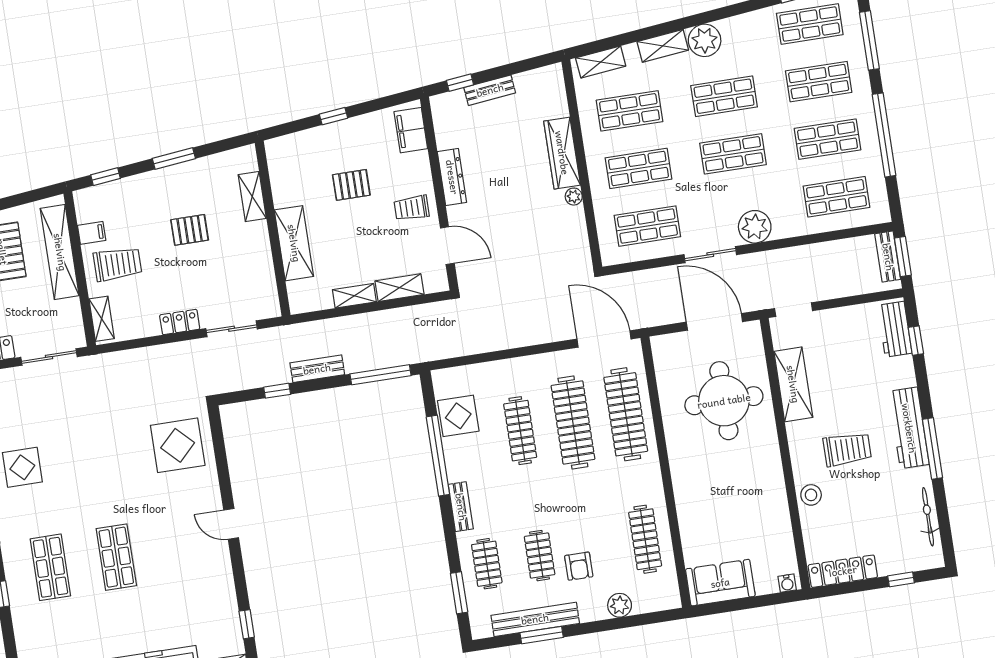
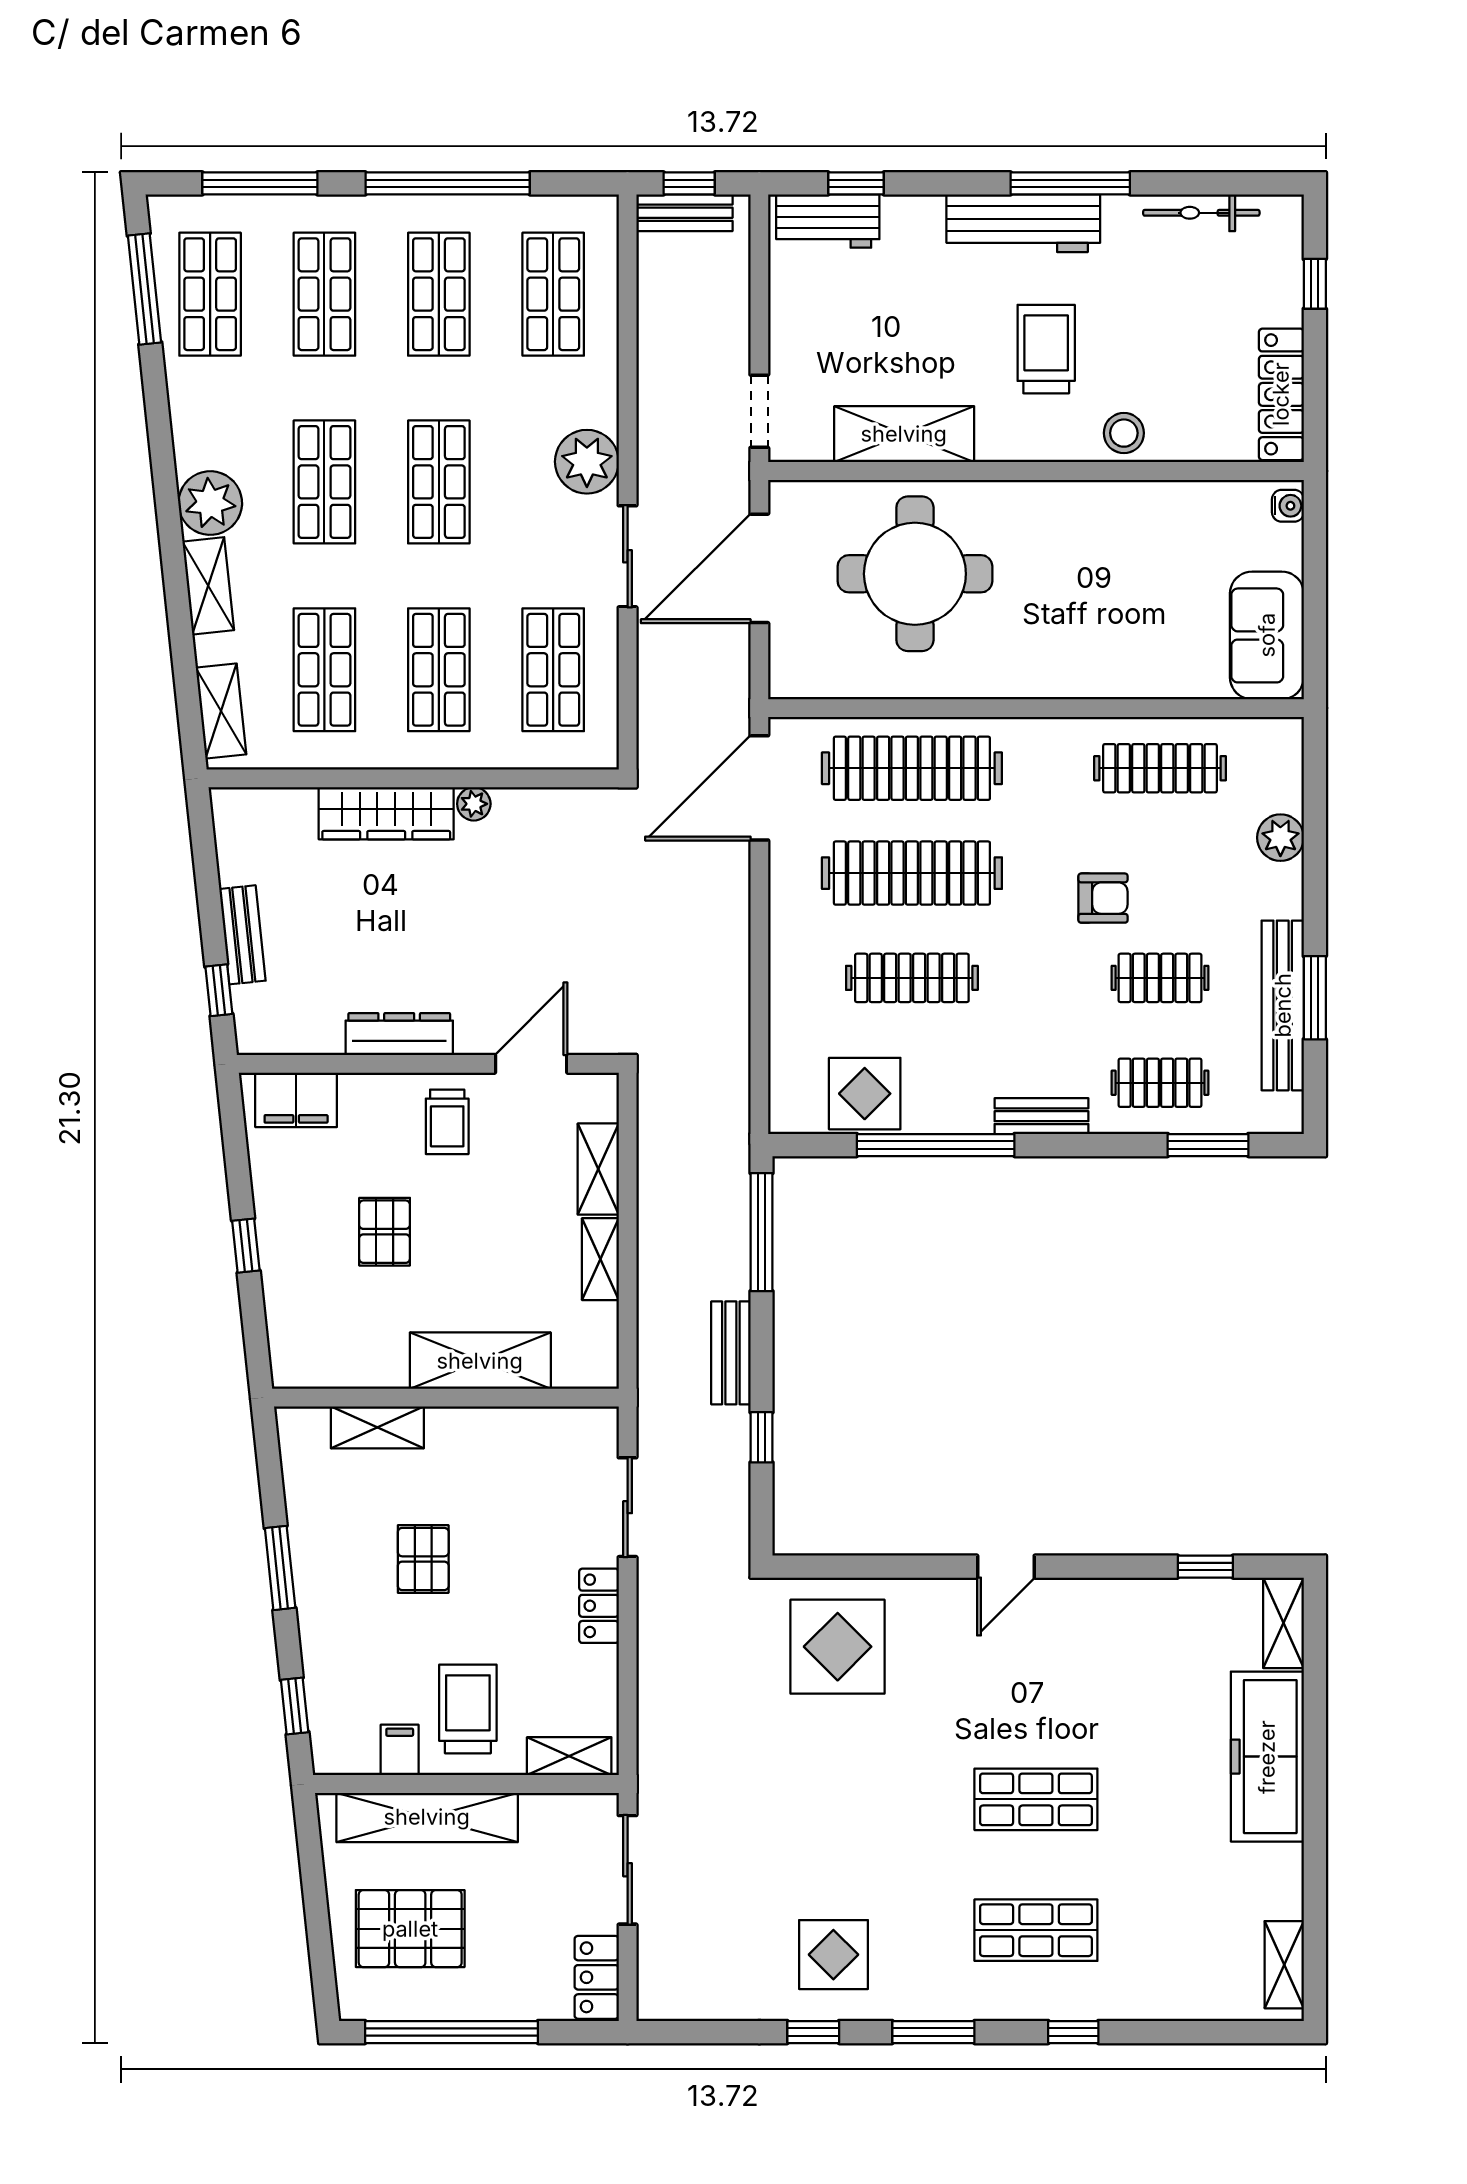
window: (903, 257) -> (689, 183), width x0.67
armchair: (579, 566) -> (1103, 898), moved

